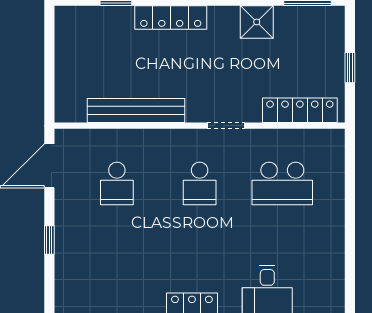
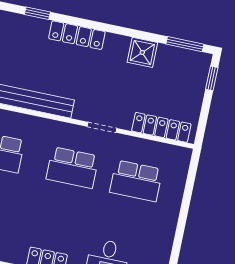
window: (350, 68) -> (212, 78), moved
school desk: (200, 183) -> (72, 168), width x1.85

